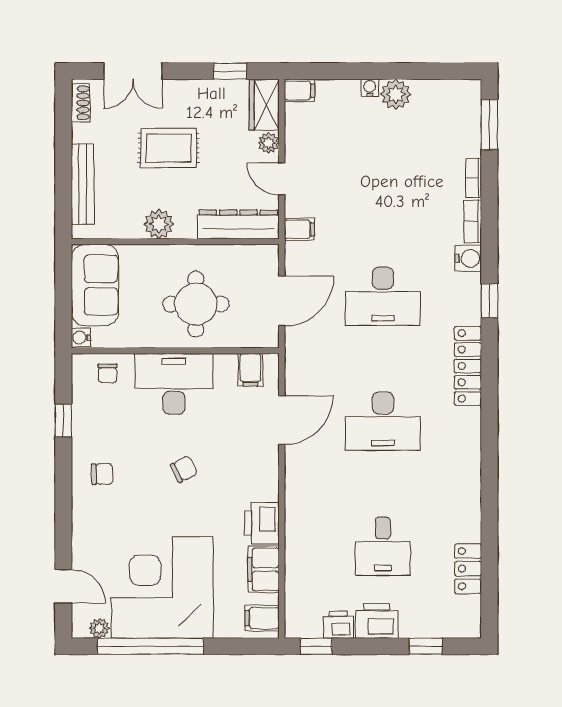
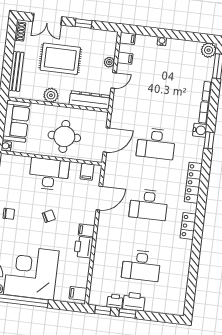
window: (230, 71) -> (84, 24), moved
plant: (396, 94) -> (209, 50), moved
wardrobe: (264, 105) -> (109, 43), removed
rug: (169, 148) -> (60, 59), width x1.36, depth x1.43
door: (282, 179) -> (114, 80), swing flipped
filing cabinet: (299, 229) -> (125, 58), moved
window: (489, 301) -> (209, 140), moved
chair: (108, 373) -> (17, 165), removed
desk: (383, 546) -> (141, 266), width x1.37
filing cabinet: (263, 569) -> (86, 230), moved, width x0.50
locker: (468, 569) -> (188, 226), moved
window: (426, 646) -> (127, 313), moved

